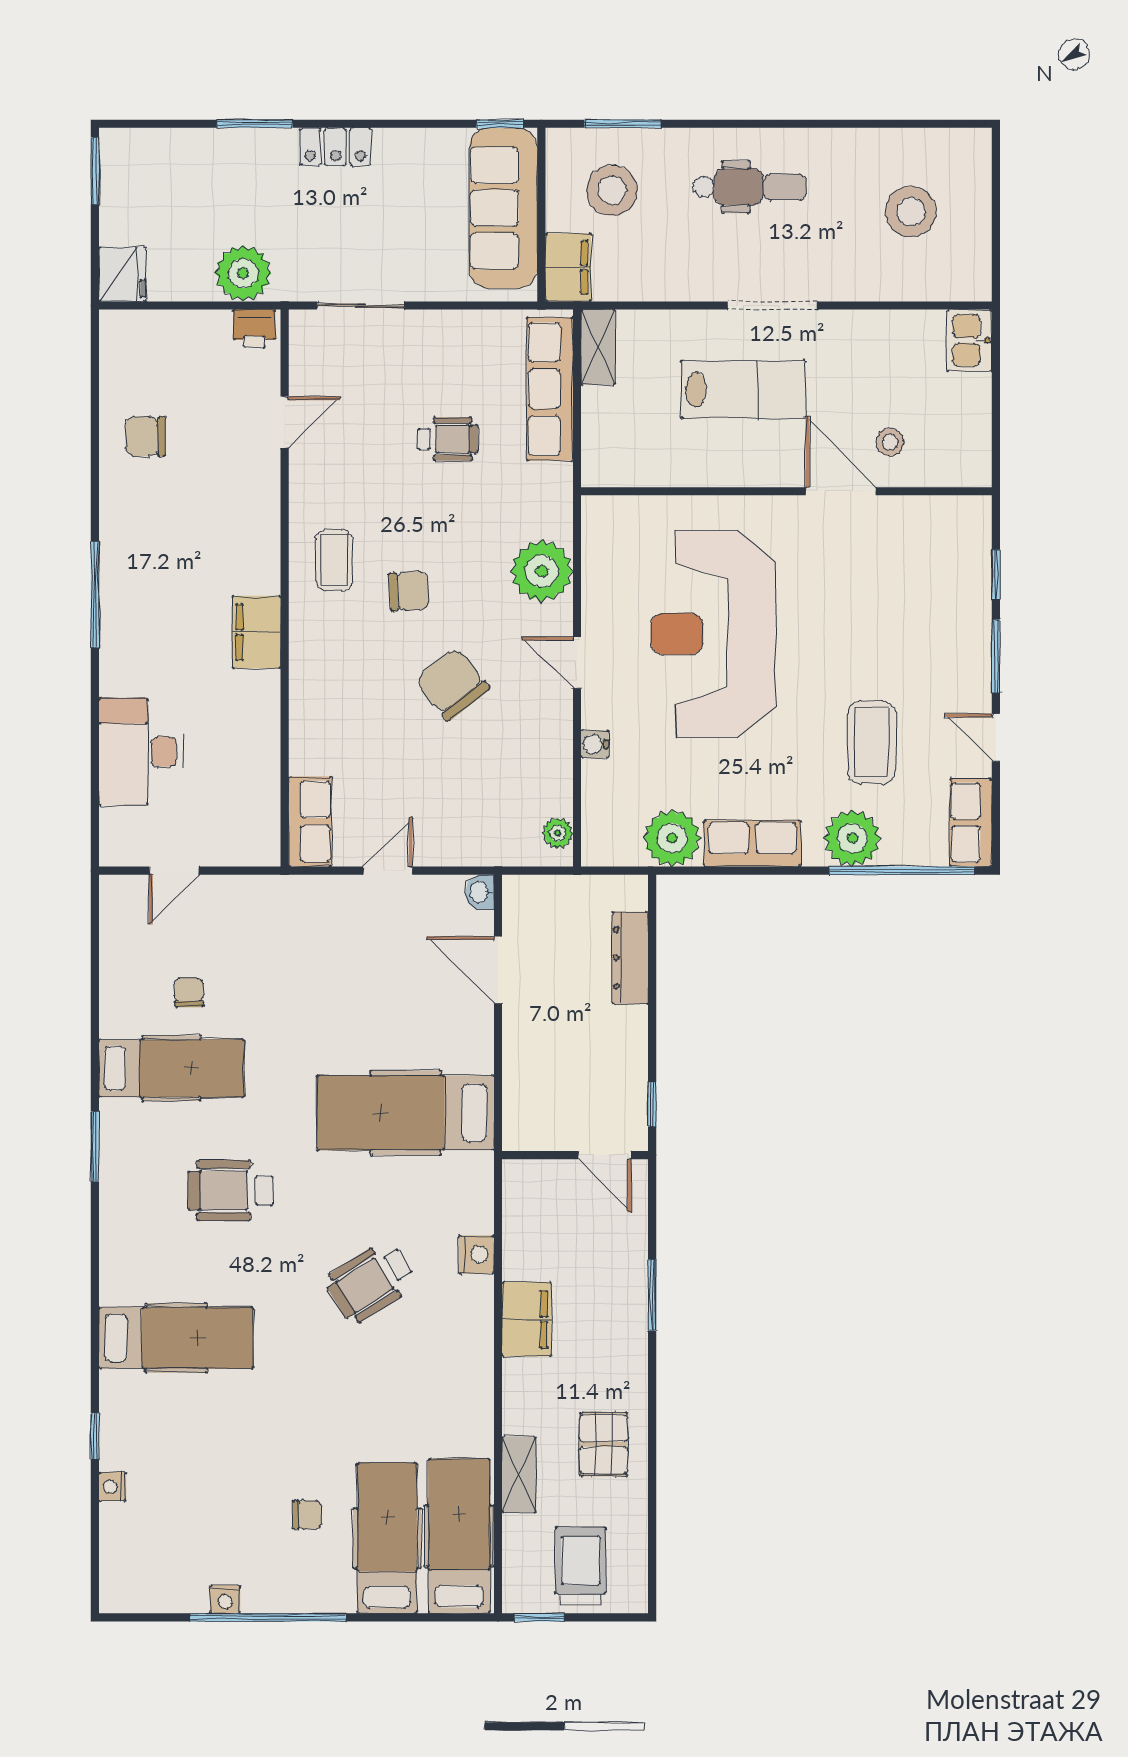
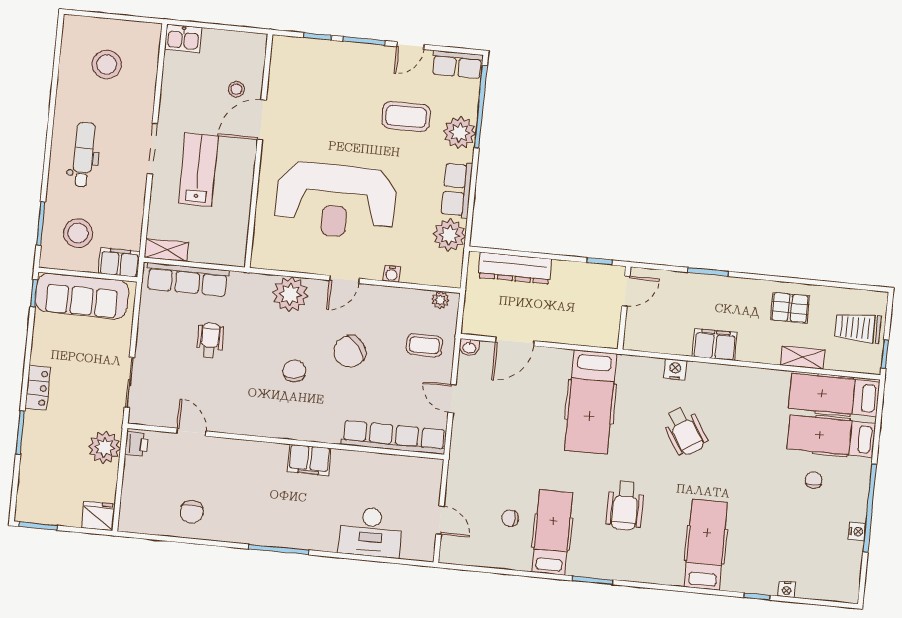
coffee table: (334, 560) -> (424, 345), moved
row of seats: (310, 822) -> (394, 437), width x2.02
dresser: (630, 958) -> (515, 268), width x1.37, depth x1.24

